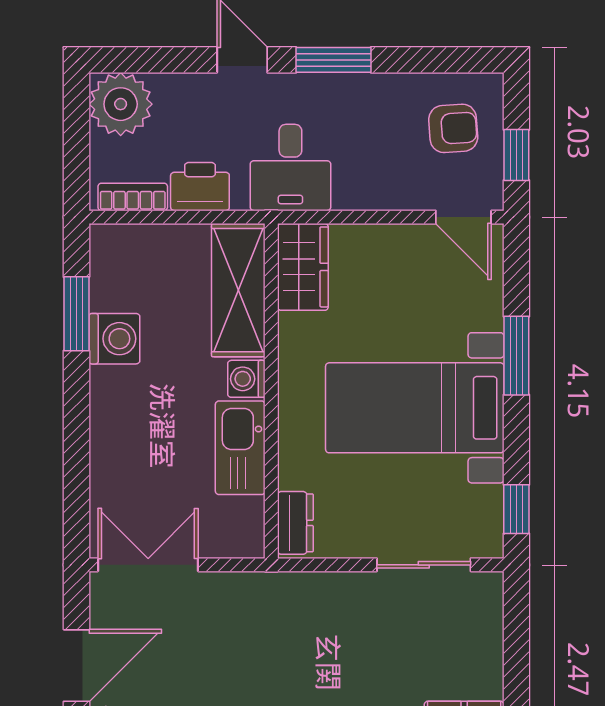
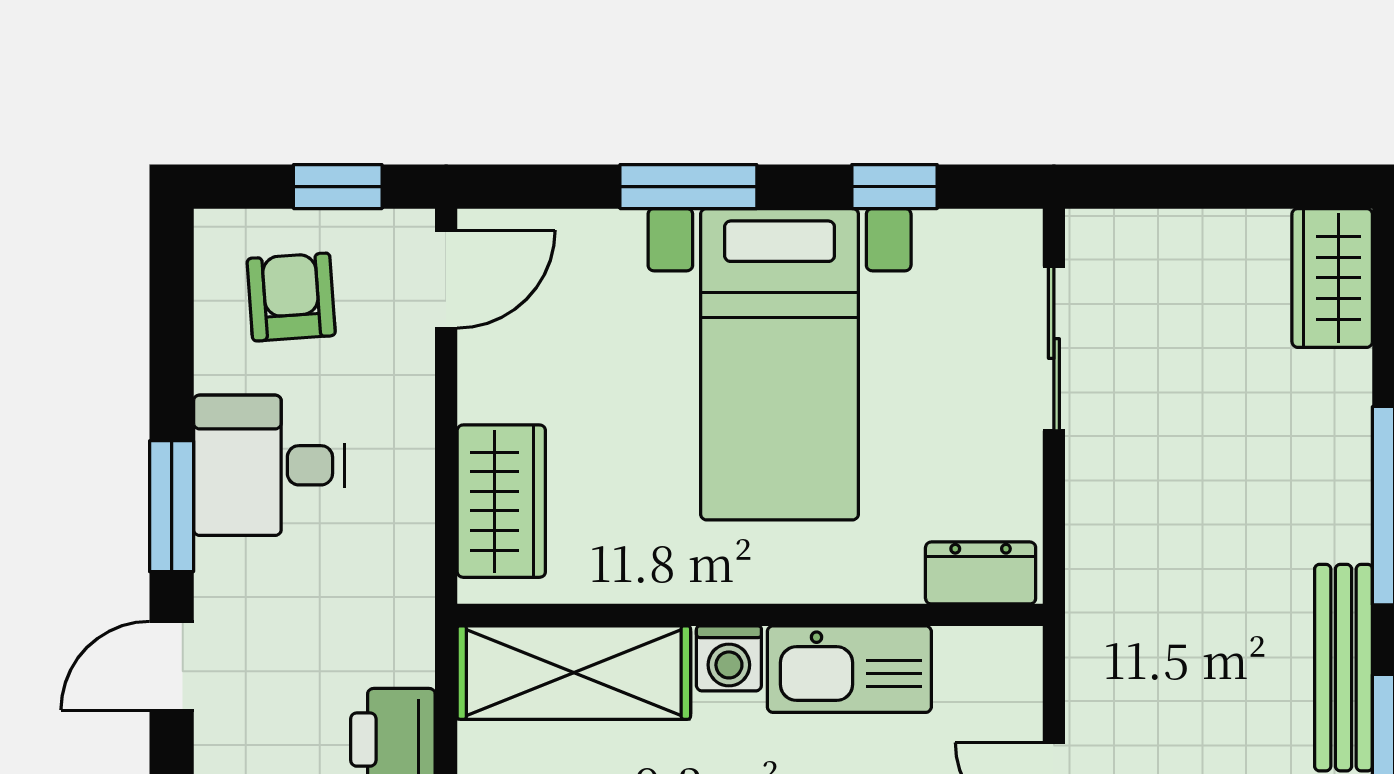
desk: (290, 168) -> (269, 465), moved, turned 180
wardrobe: (303, 267) -> (501, 501), moved, turned 90
window: (516, 509) -> (895, 187), moved

